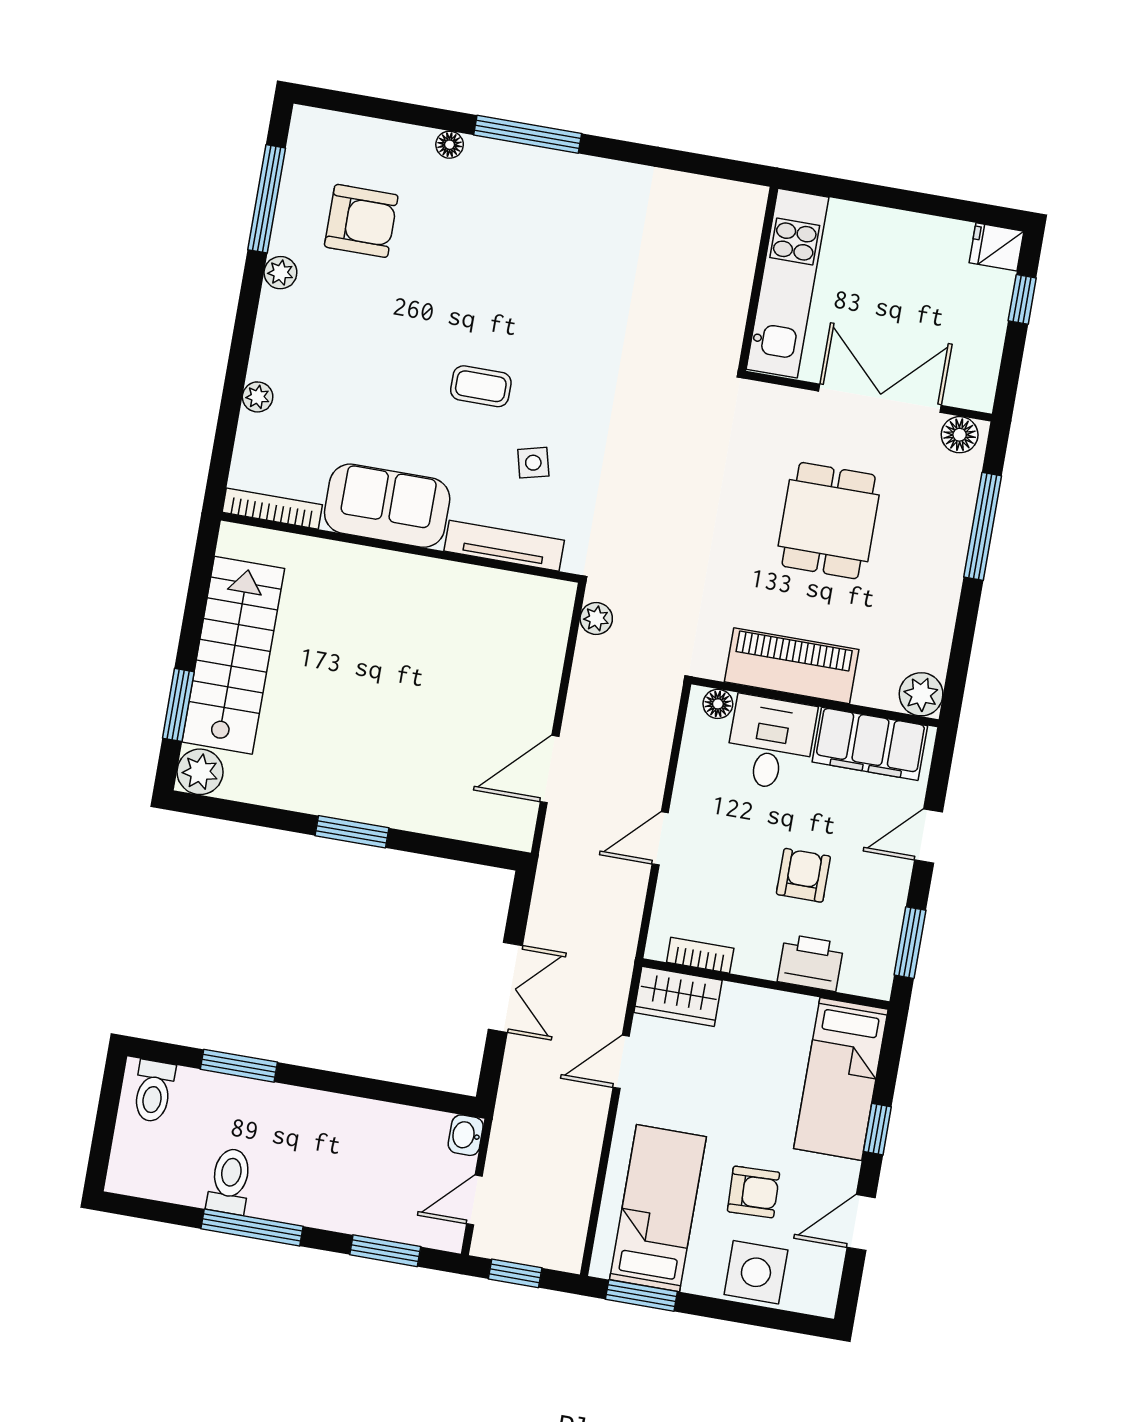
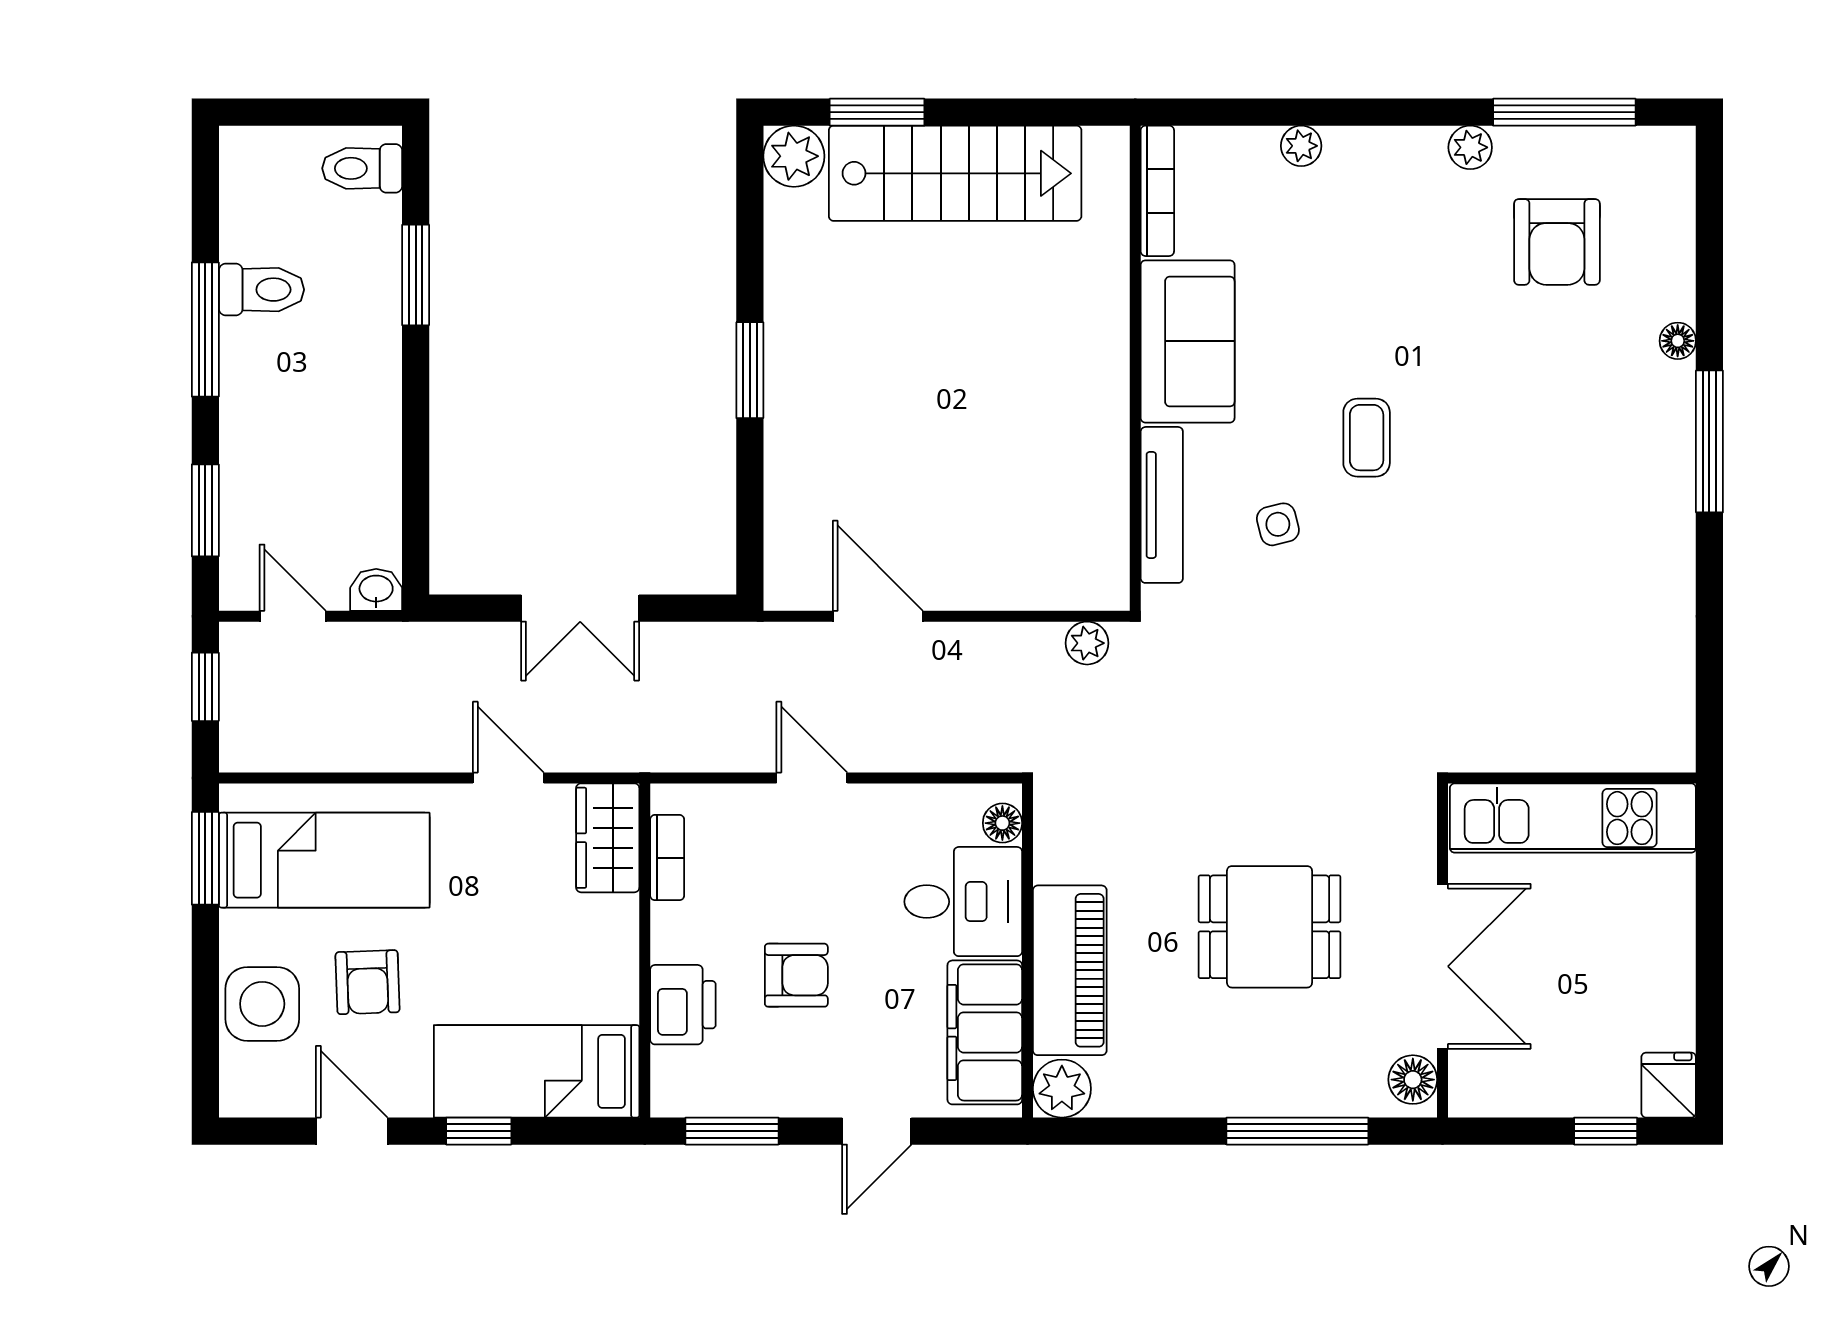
piano: (792, 666) -> (1070, 970), moved
door: (929, 836) -> (877, 1131), swing flipped

